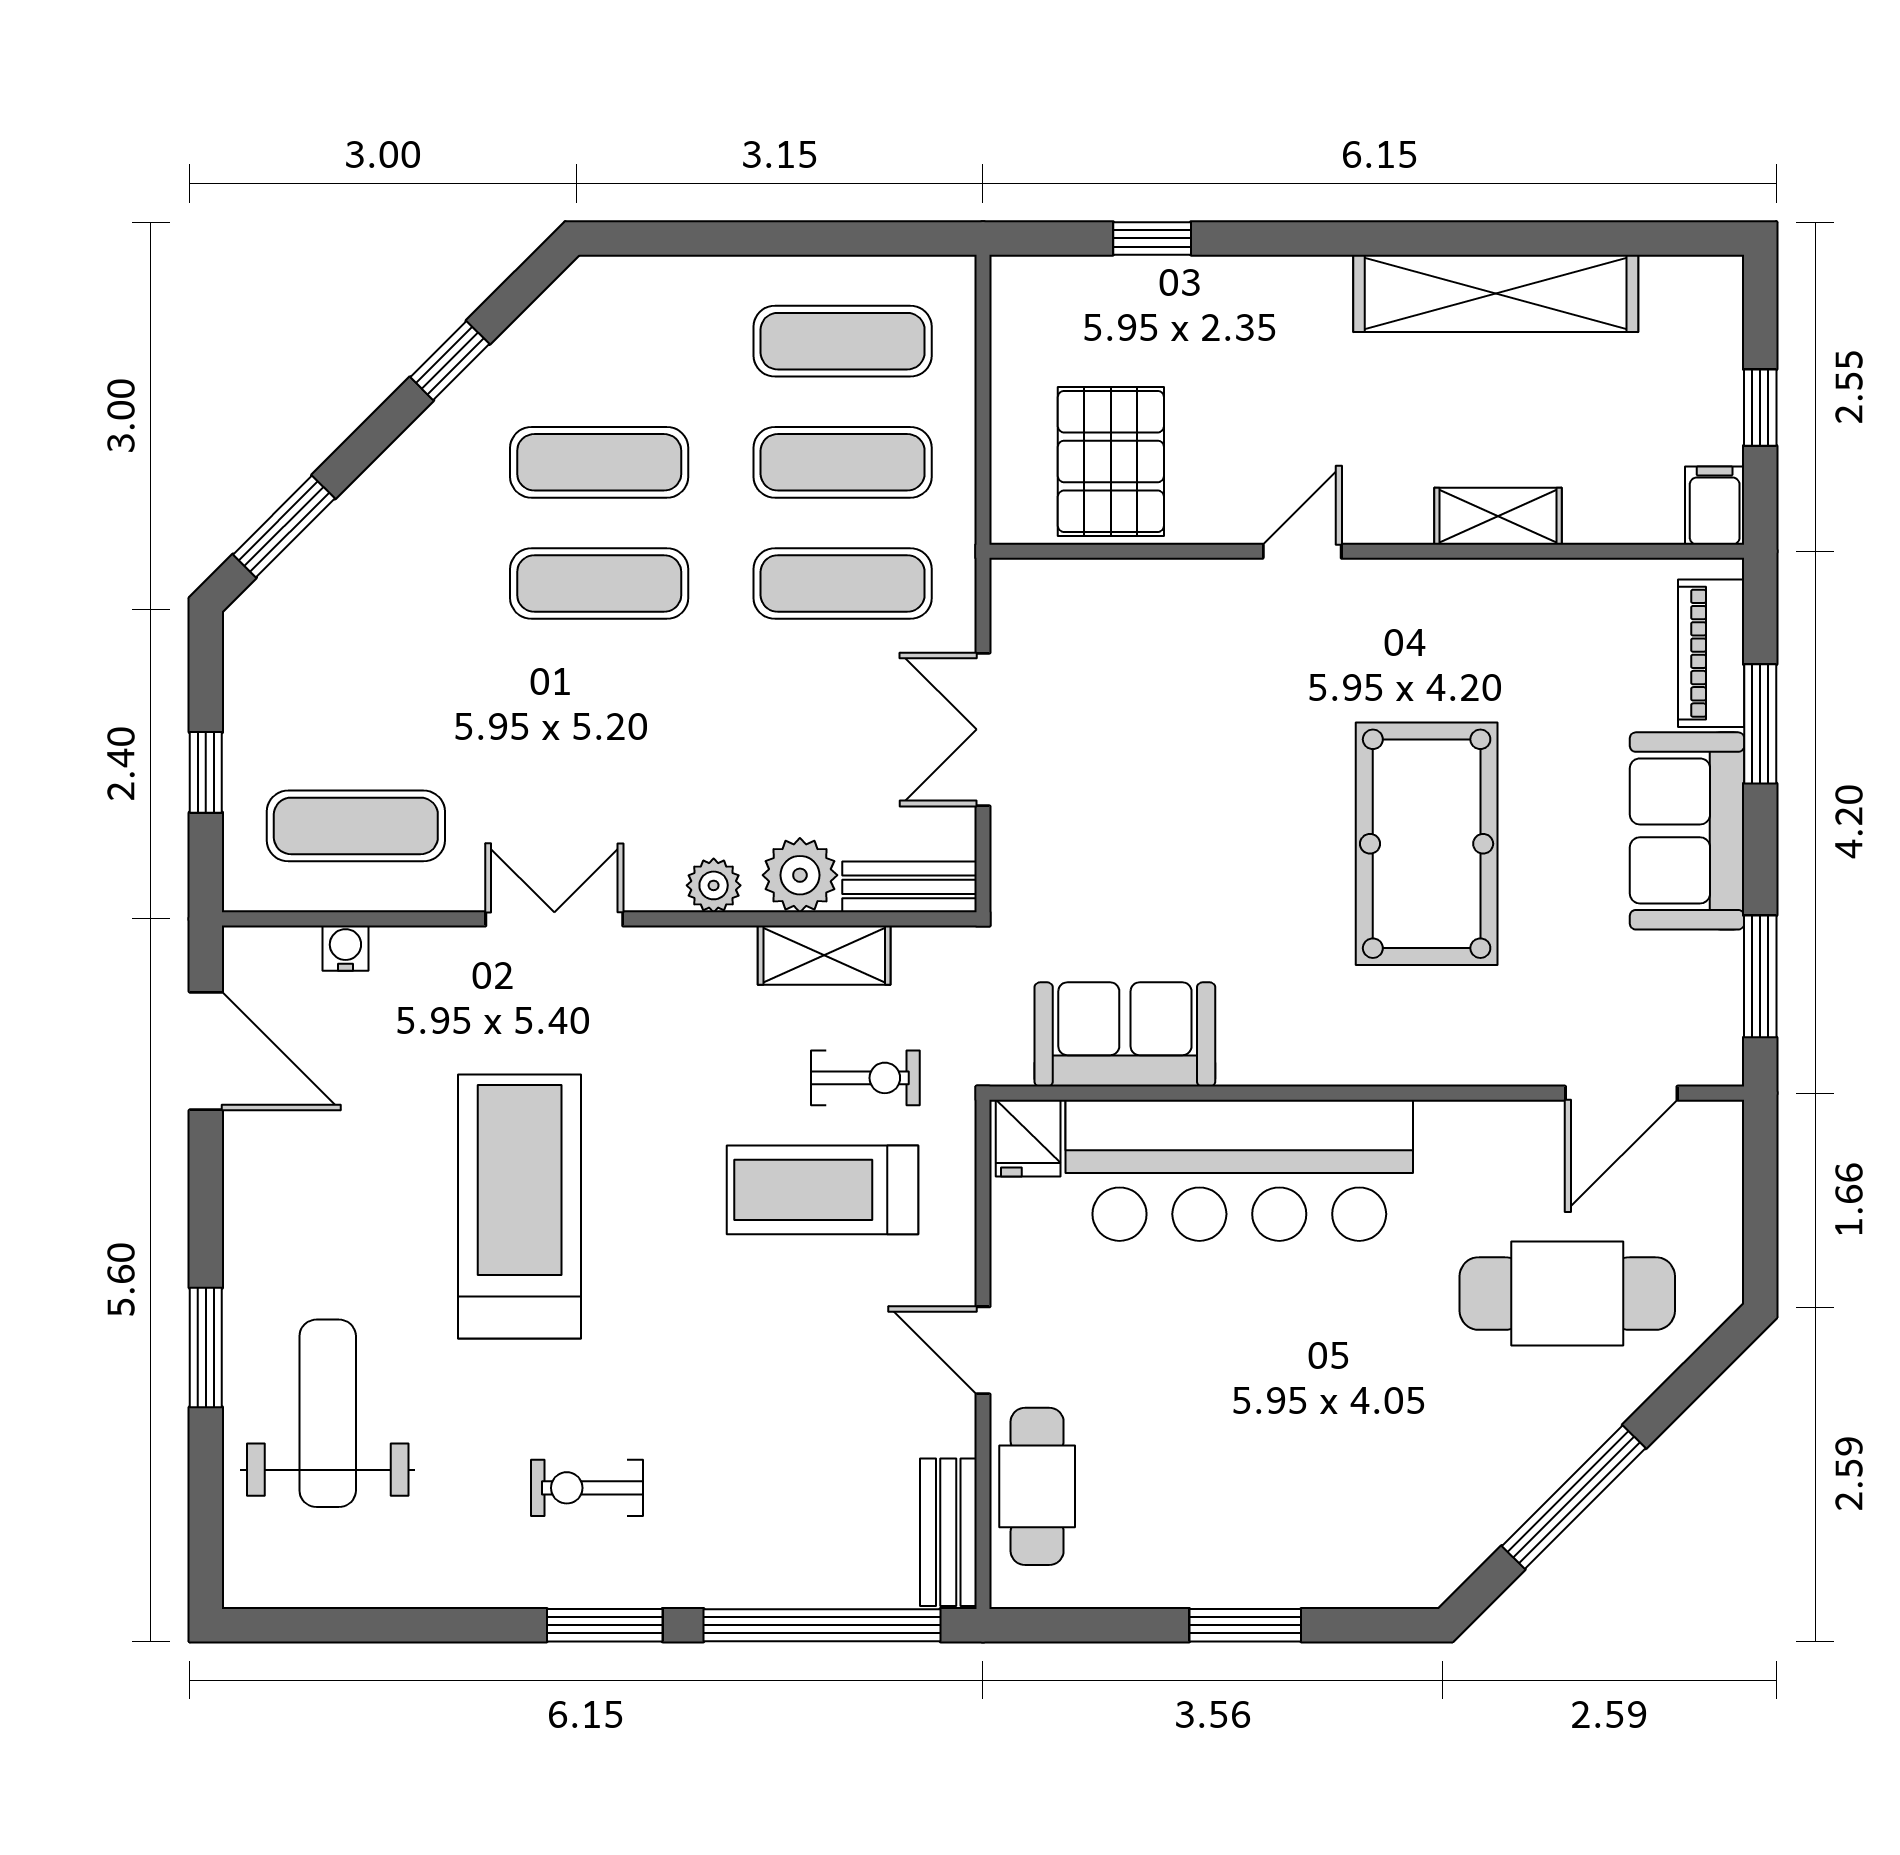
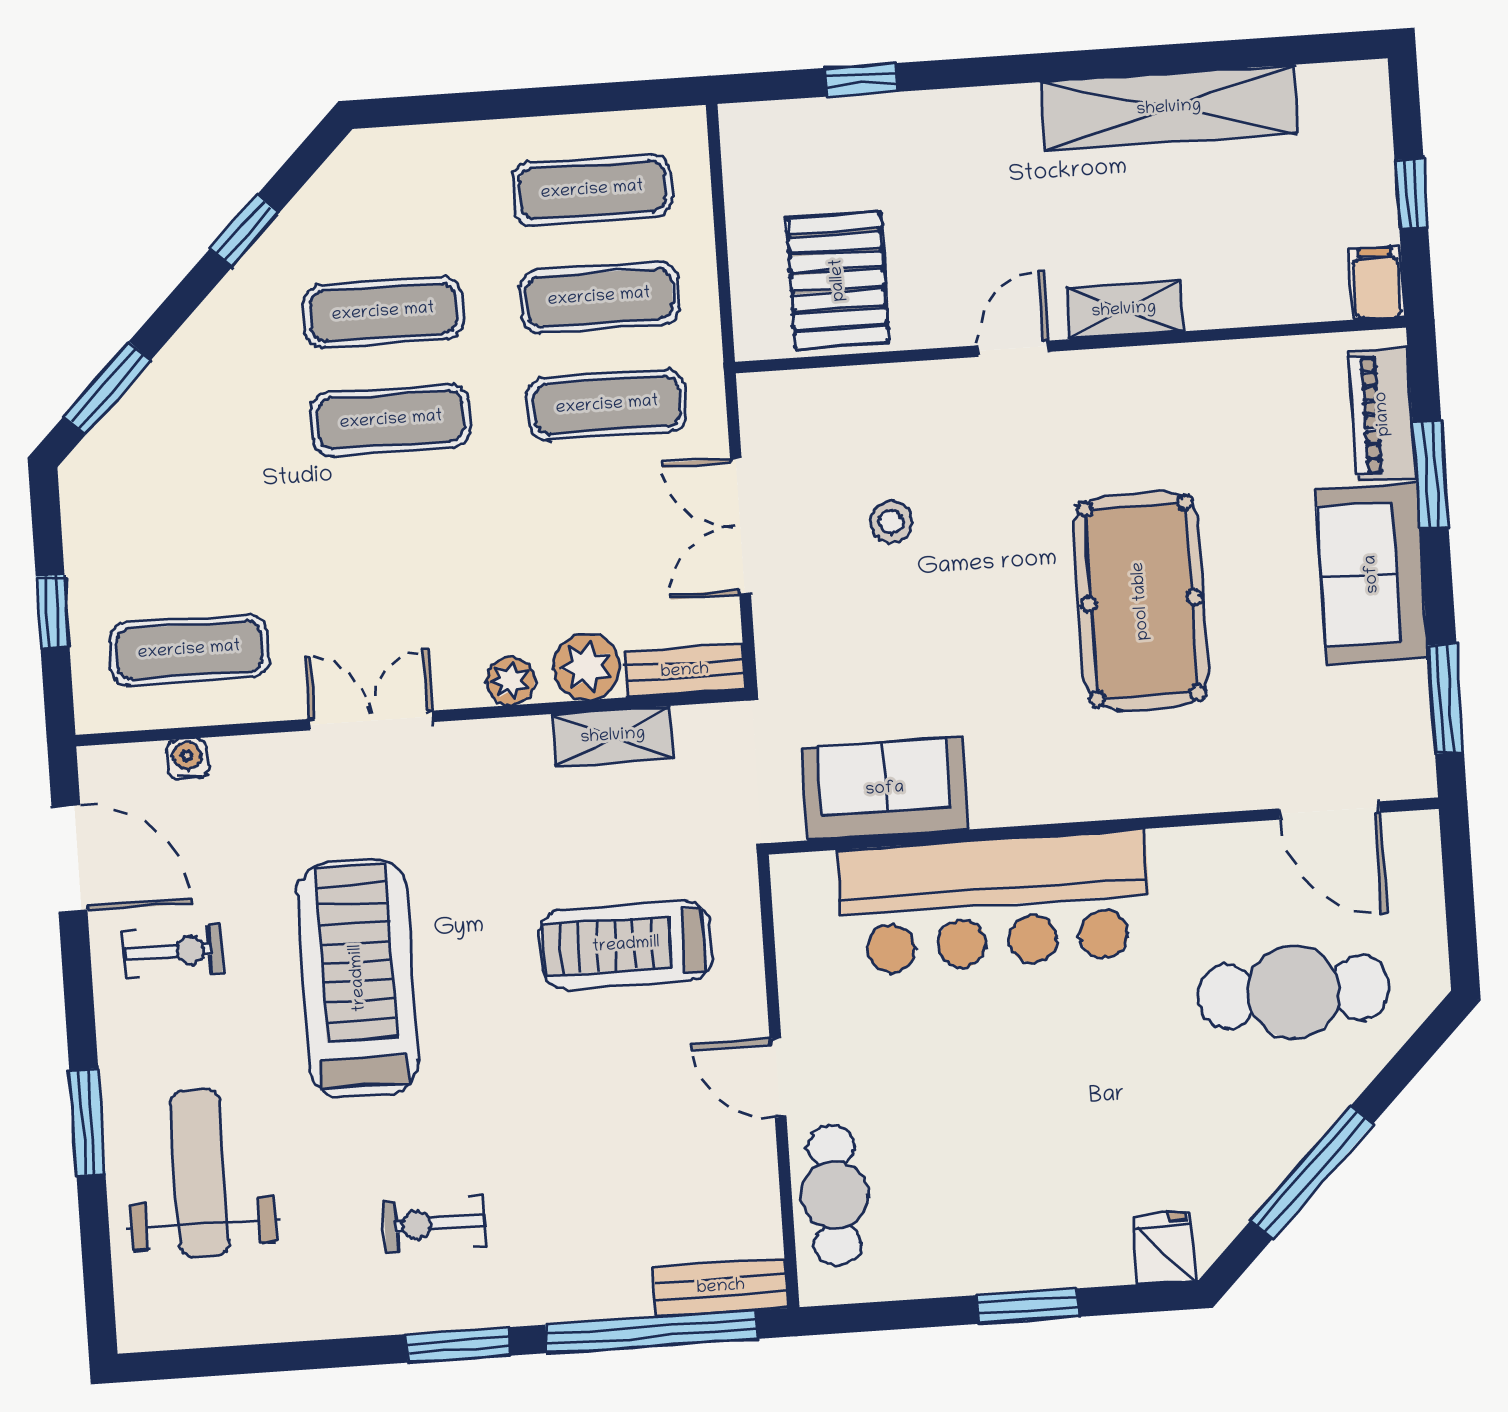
shelving: (1498, 516) -> (1124, 310), moved
stool: (1153, 736) -> (891, 522), added
exercise bike: (865, 1078) -> (173, 951), moved
door: (1621, 1093) -> (1329, 811), hinge flipped
fridge: (1028, 1138) -> (1164, 1248), moved, turned 180
bench: (948, 1532) -> (721, 1287), moved, turned 90

